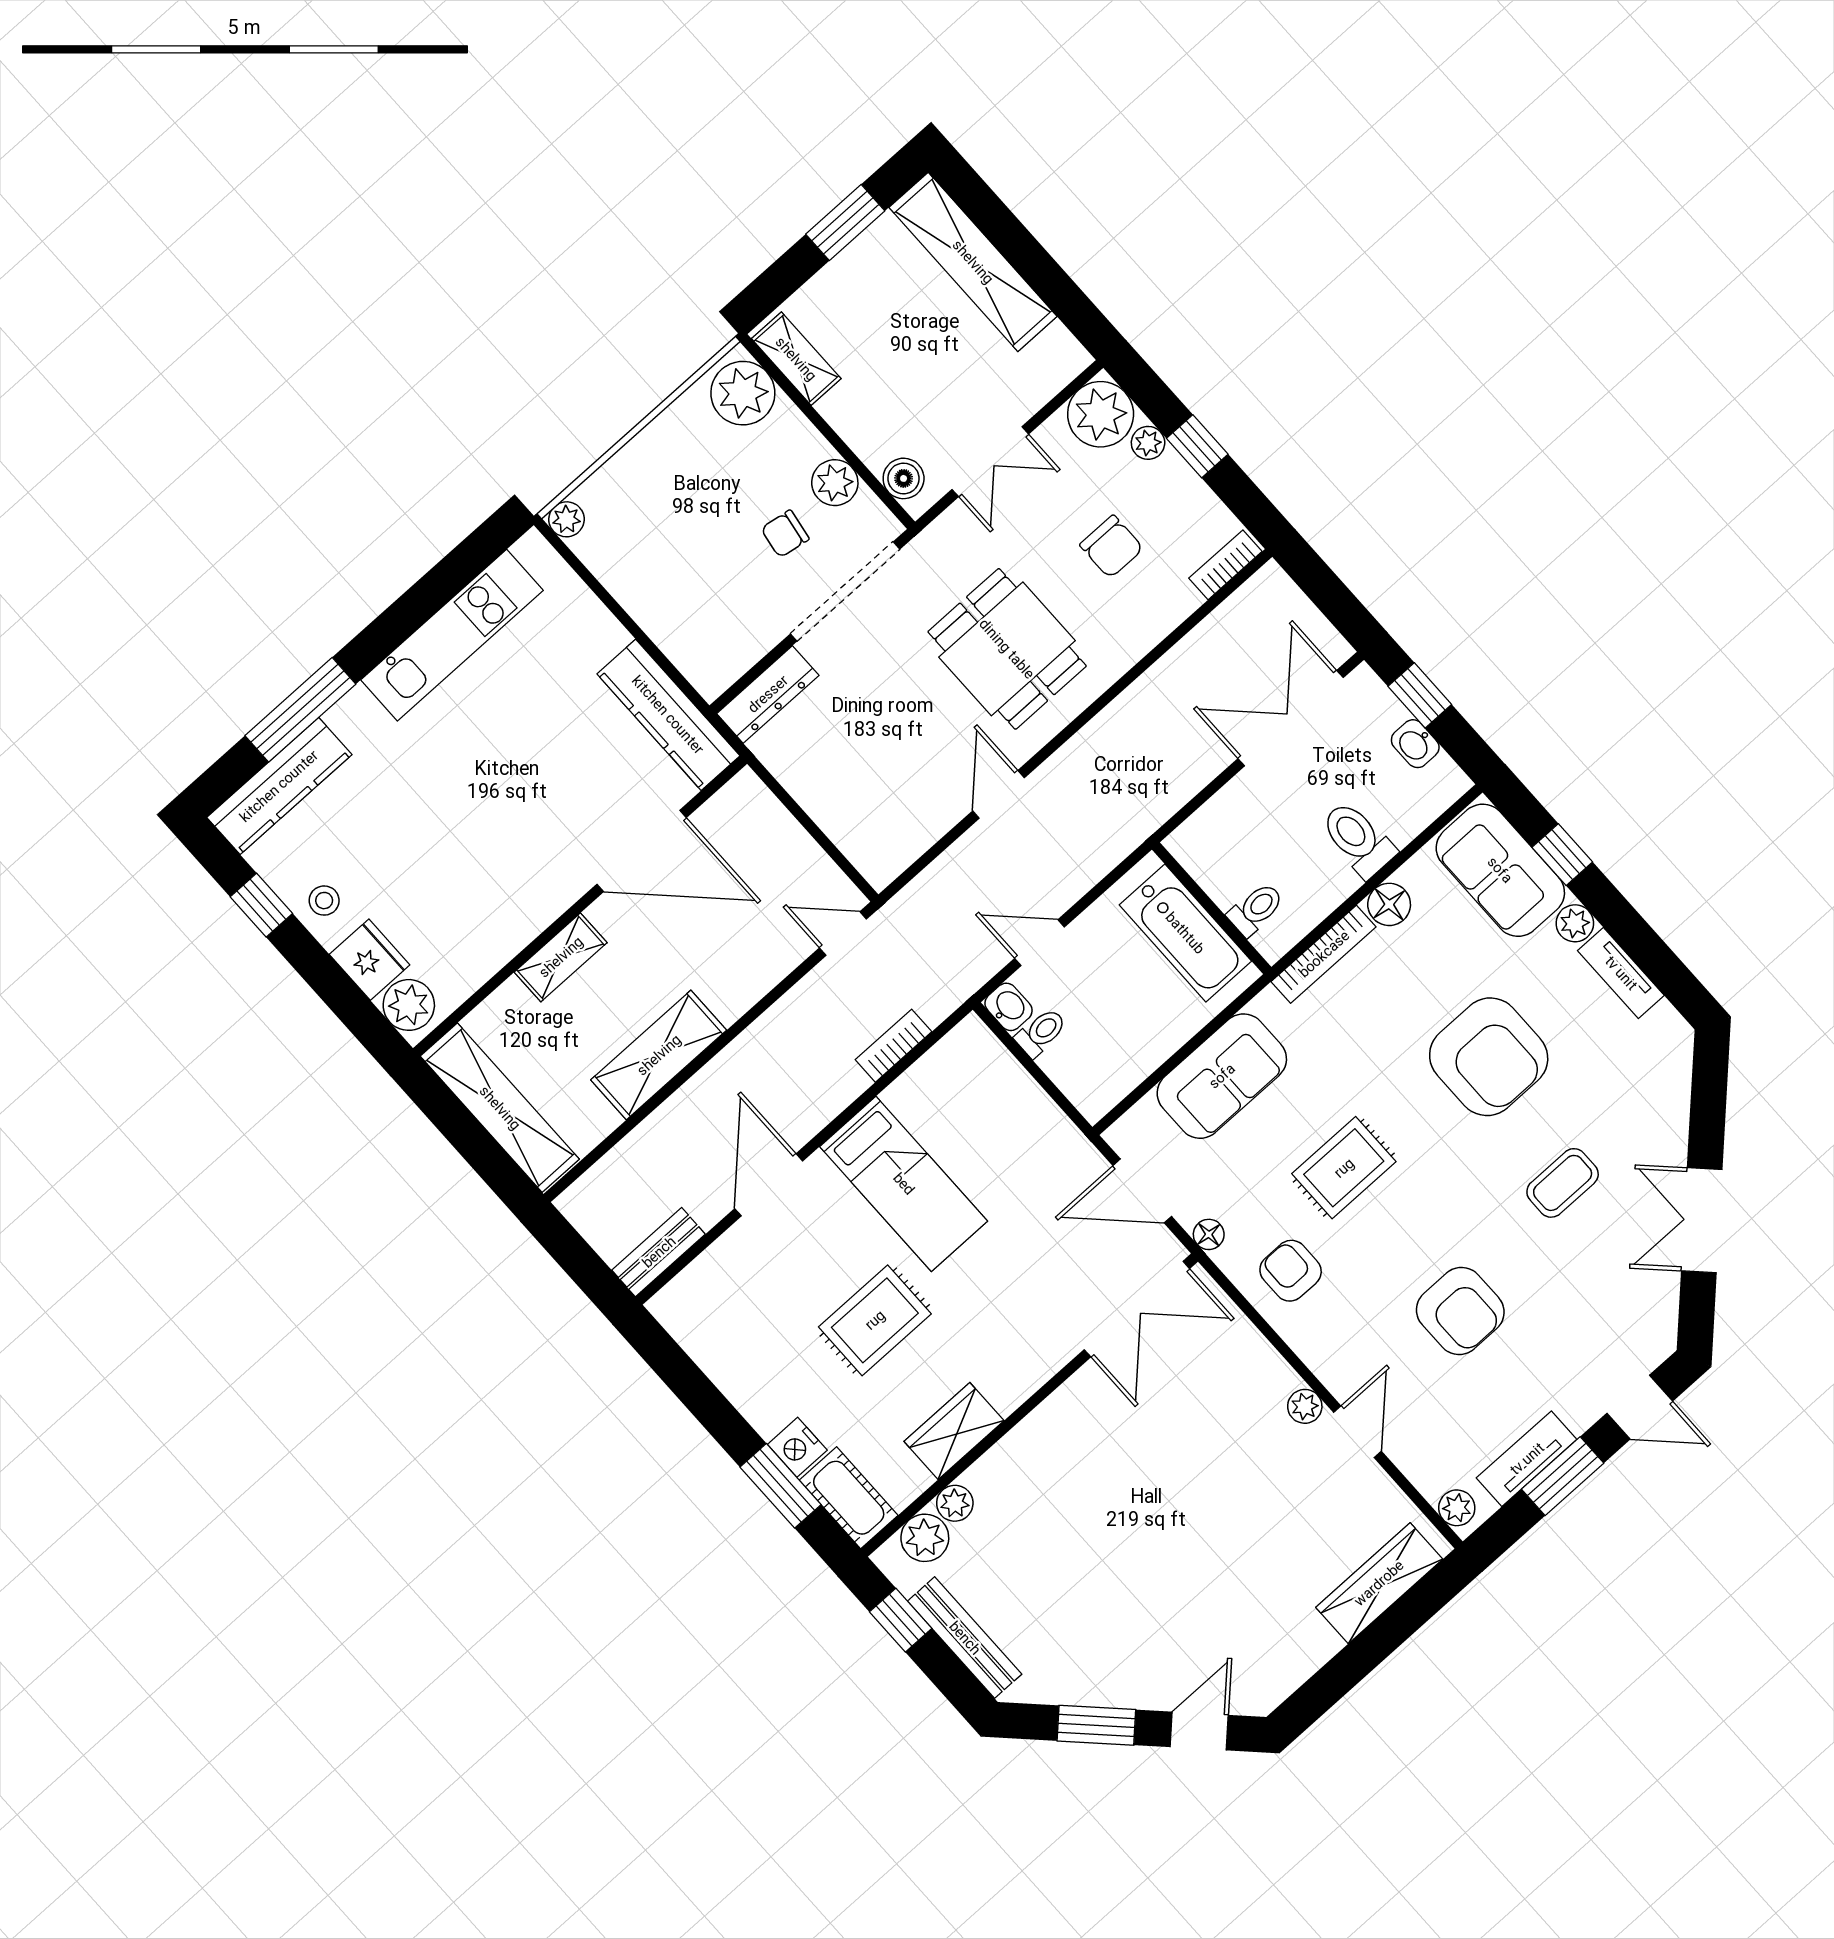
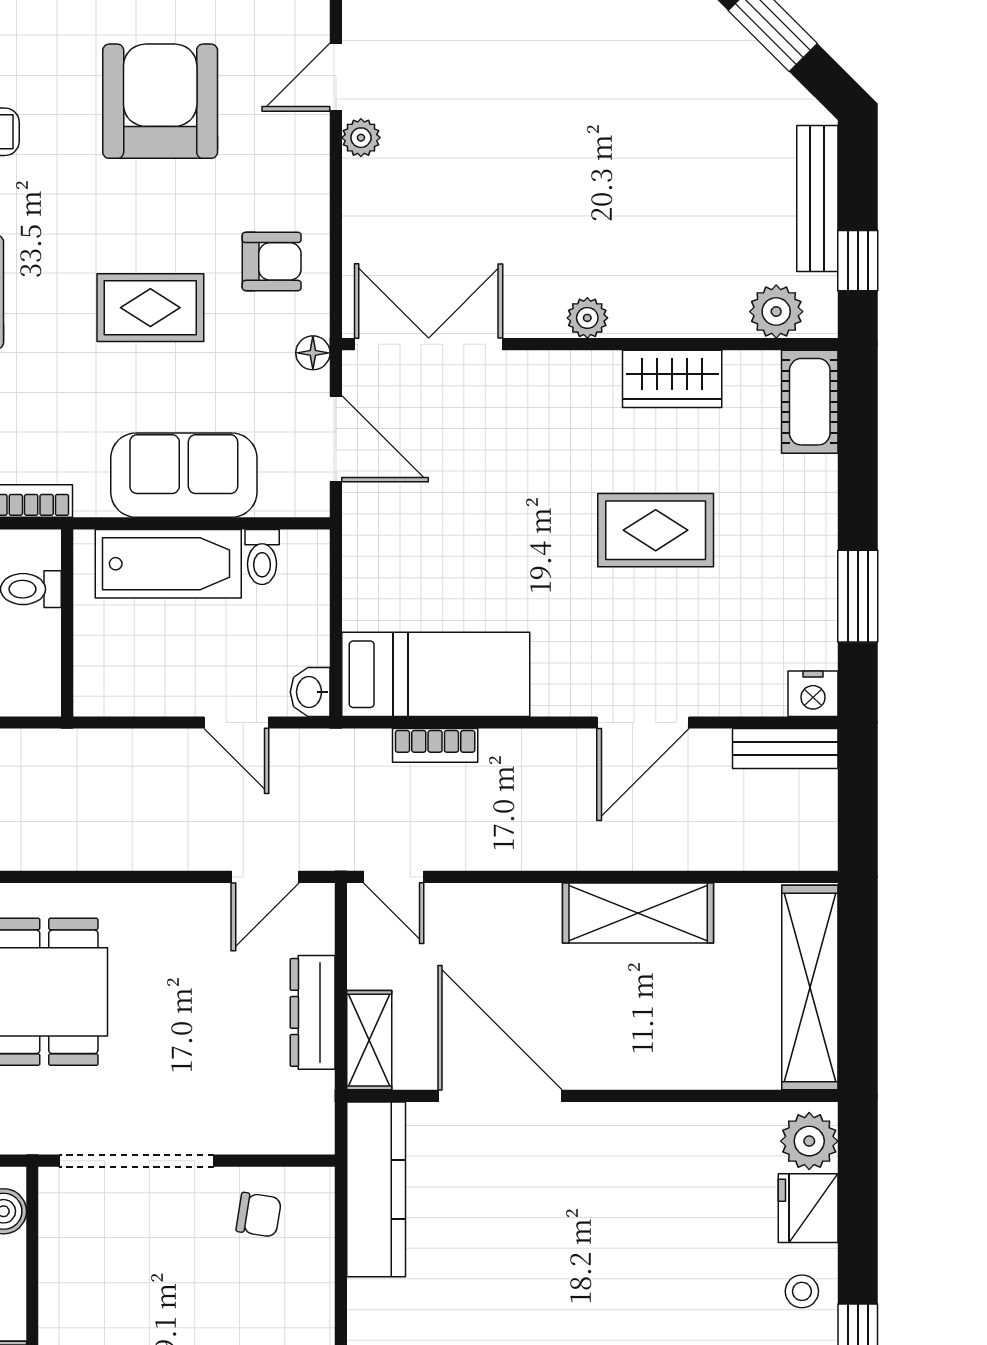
plant: (835, 483) -> (64, 1259), removed
chair: (785, 534) -> (259, 1215), moved
dresser: (768, 694) -> (313, 1012), moved, turned -90
door: (999, 794) -> (265, 877), moved
bathtub: (1185, 933) -> (168, 564), moved, turned 90
shelving: (561, 957) -> (369, 1040), moved, turned 90
toilet: (1041, 1032) -> (262, 557), moved, turned -90
bed: (904, 1184) -> (436, 674), moved, turned 90
armchair: (1291, 1271) -> (272, 261), turned -90
armchair: (1460, 1311) -> (160, 101), width x1.36, depth x1.36
nightstand: (797, 1447) -> (813, 694), moved, turned 90
window: (781, 1486) -> (858, 596), moved
plant: (955, 1503) -> (587, 318), moved

